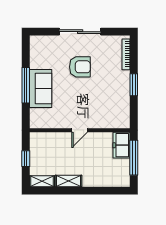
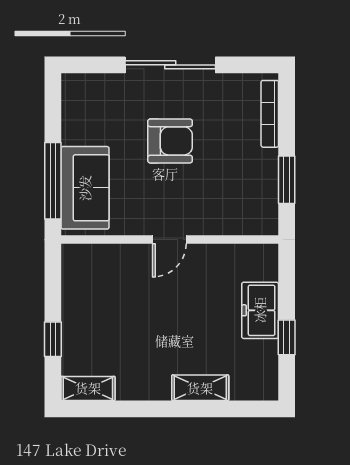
door: (80, 130) -> (169, 240), moved
wall: (80, 130) -> (170, 240), moved
window: (134, 158) -> (287, 337), width x0.46
shelving: (69, 181) -> (200, 388), moved

